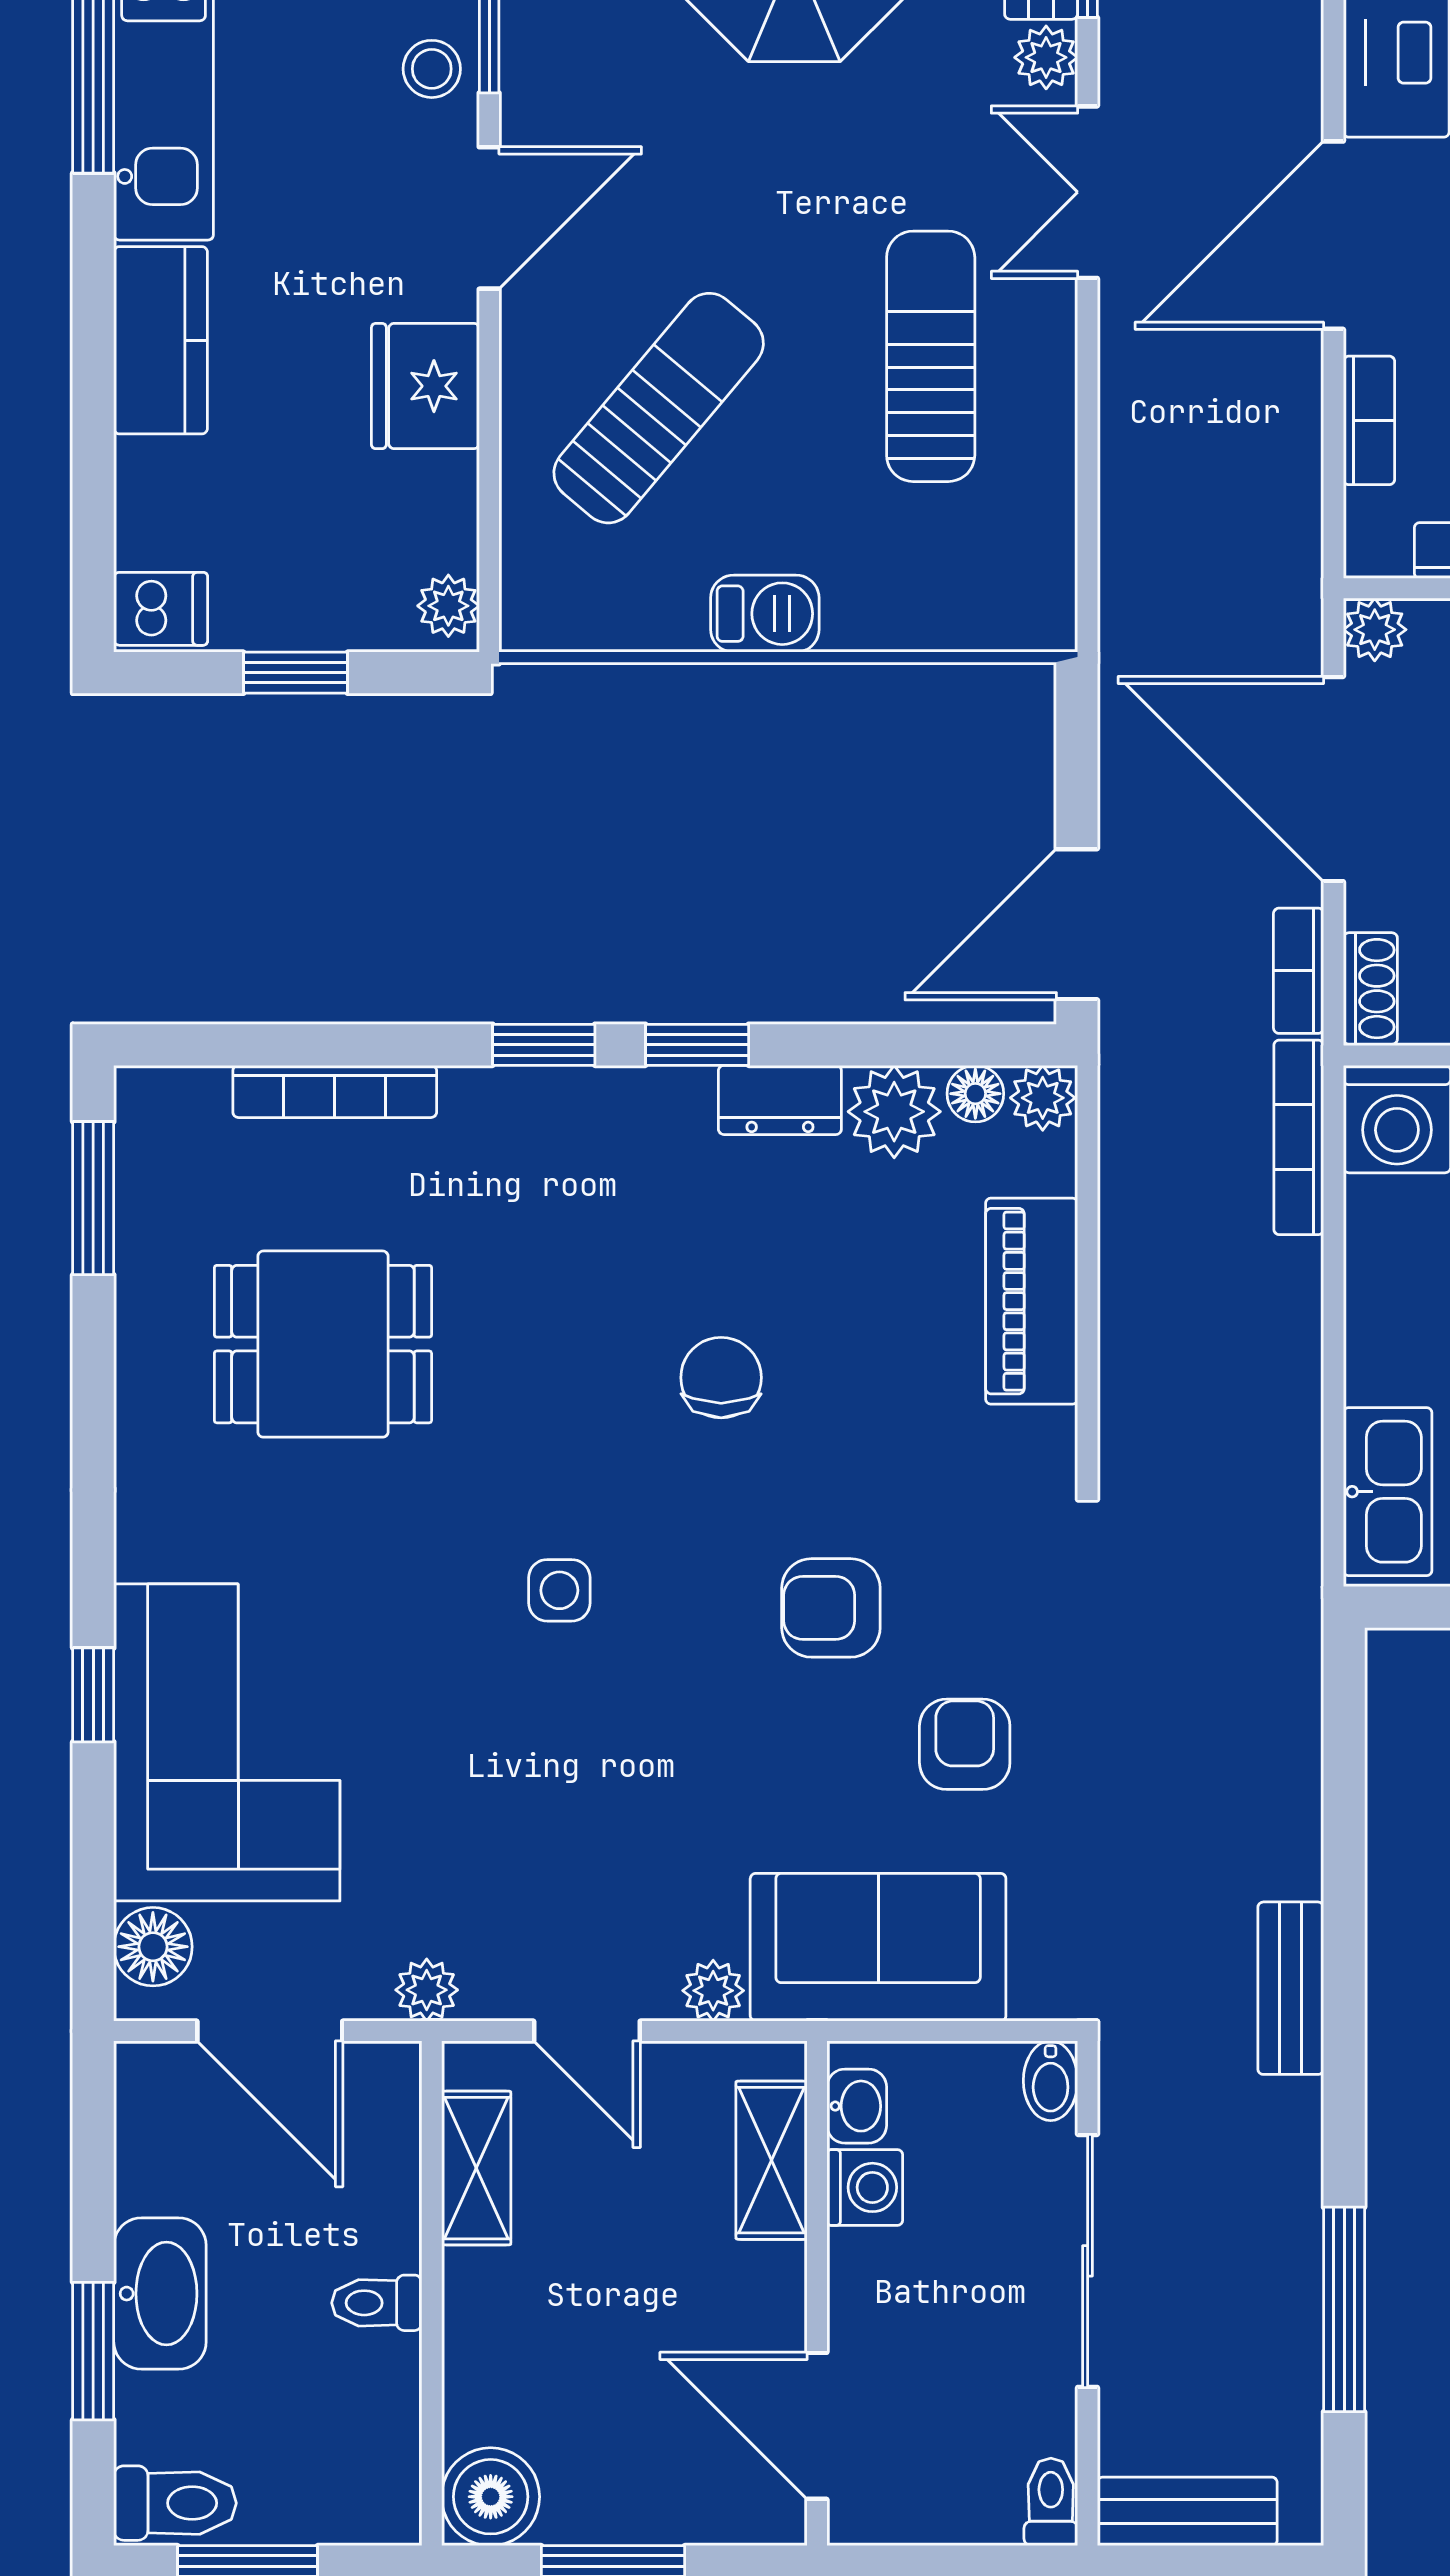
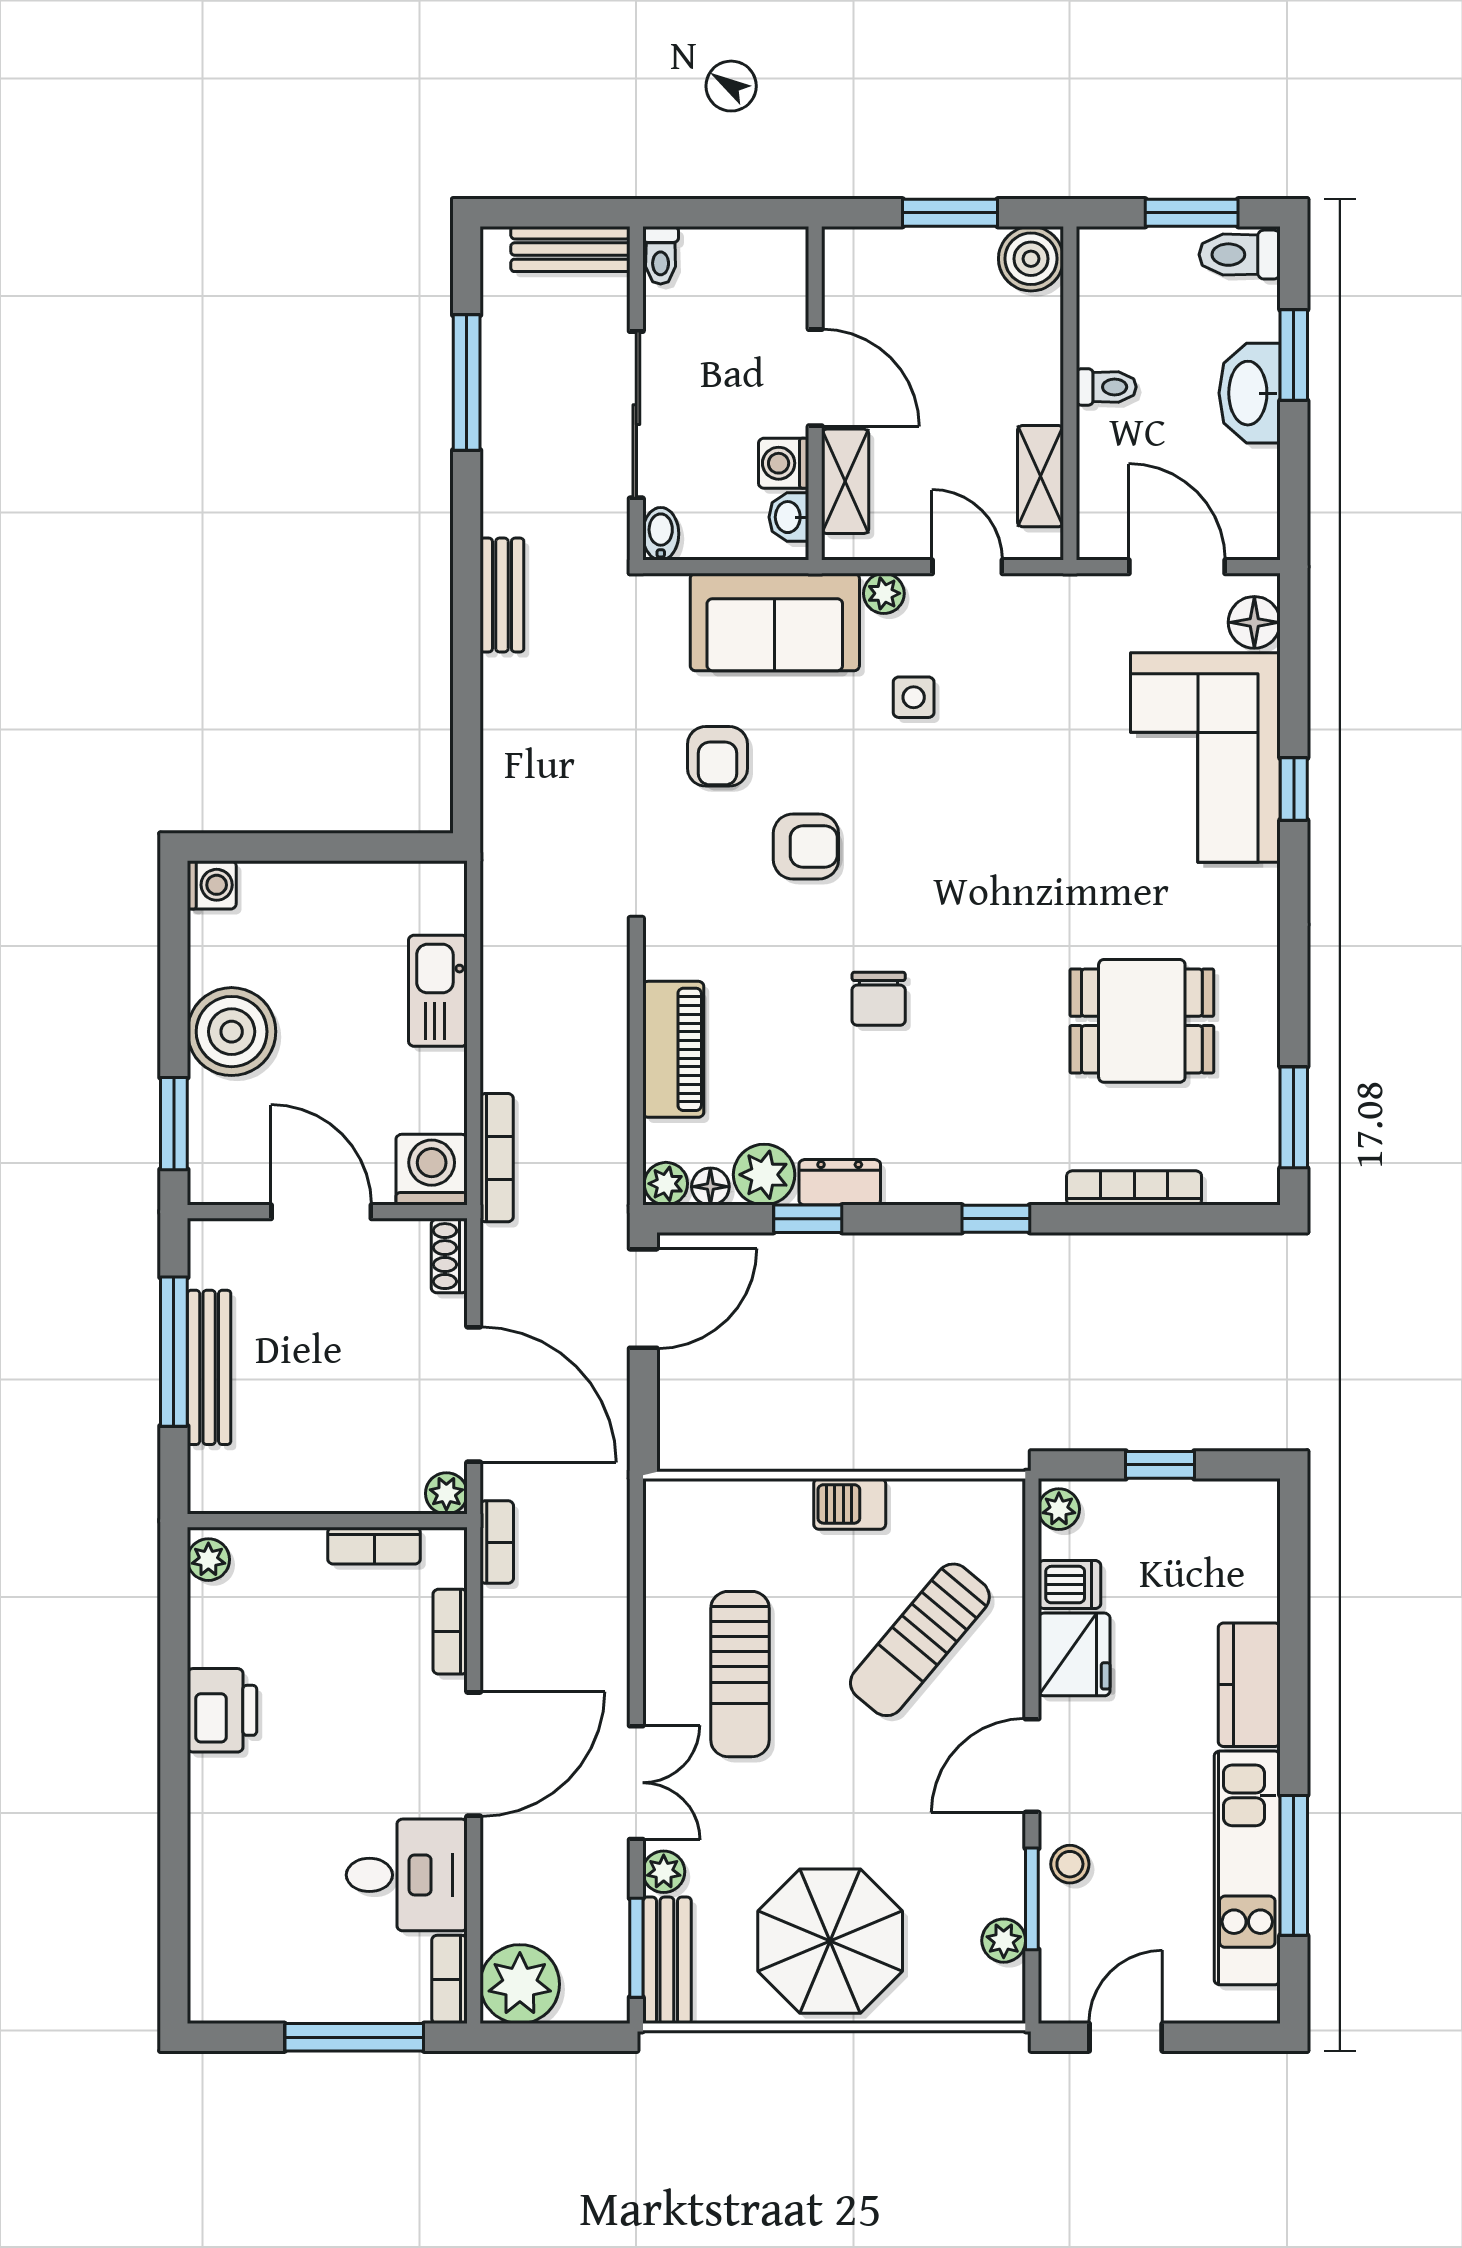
dishwasher: (161, 609) -> (1070, 1585), moved, turned 180
bookcase: (1299, 971) -> (497, 1542), moved
window: (697, 1045) -> (808, 1219), moved
kitchen sink: (1388, 1492) -> (438, 991), moved
side table: (559, 1590) -> (914, 697), moved
plant: (427, 1990) -> (1073, 594), removed
door: (817, 2426) -> (815, 378), moved

